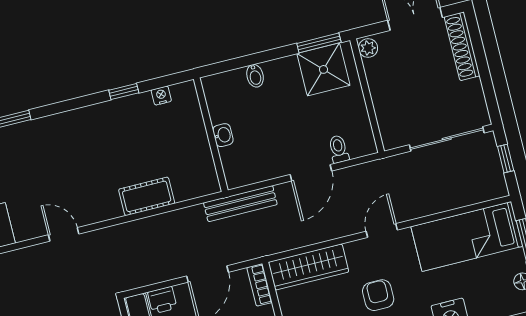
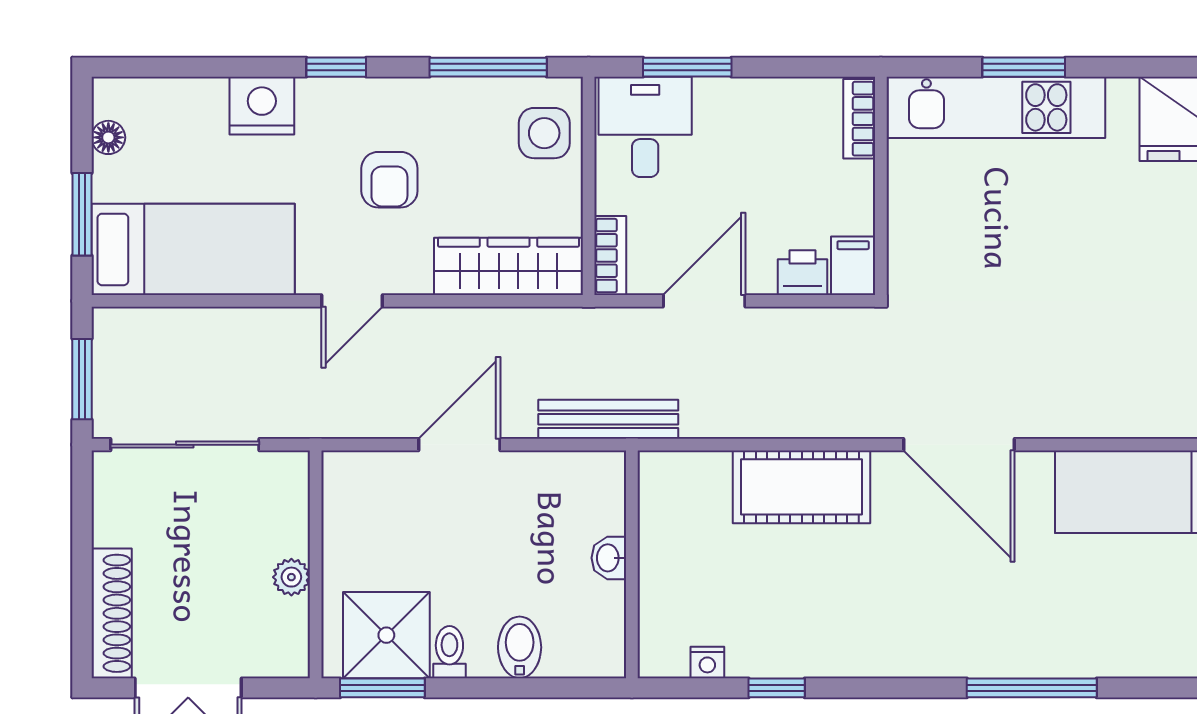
plant: (368, 48) -> (291, 577), moved
bidet: (255, 76) -> (520, 647), width x1.38, depth x1.36
toilet: (339, 149) -> (449, 652), moved, turned 180
window: (506, 159) -> (82, 379), width x1.50
cot: (147, 196) -> (802, 487), width x1.37, depth x1.34
door: (64, 234) -> (959, 445), width x1.88

